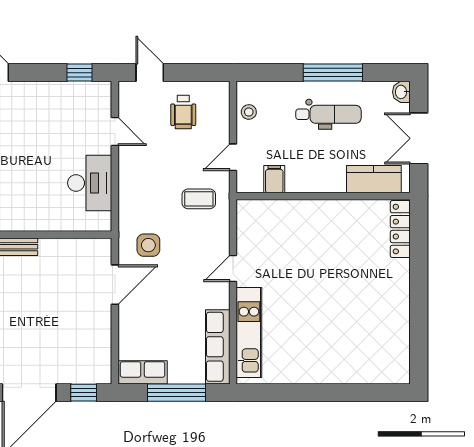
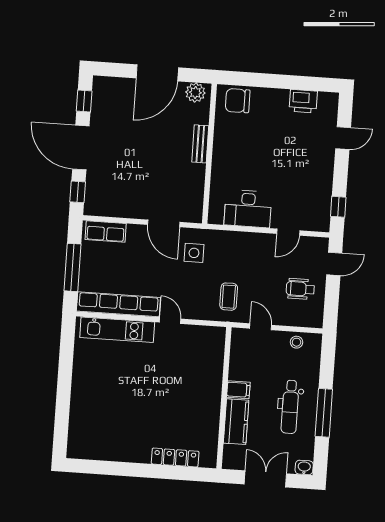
filing cabinet: (274, 179) -> (238, 390), moved
kitchen counter: (374, 179) -> (236, 422), moved
locker: (400, 229) -> (175, 458), moved
row of seats: (218, 347) -> (118, 304), width x1.36
row of seats: (143, 372) -> (106, 232), moved, turned 90

